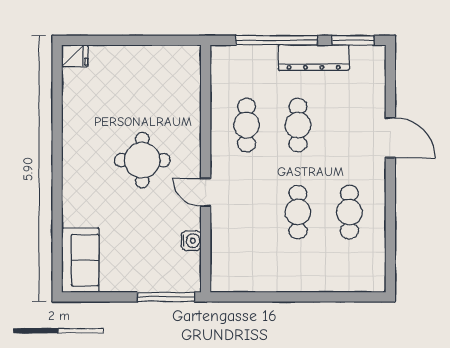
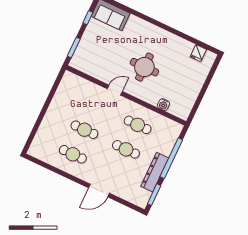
fridge: (75, 56) -> (198, 53), moved
water cooler: (191, 241) -> (163, 105), moved
window: (103, 297) -> (88, 18), added
window: (166, 297) -> (74, 48), width x0.69

